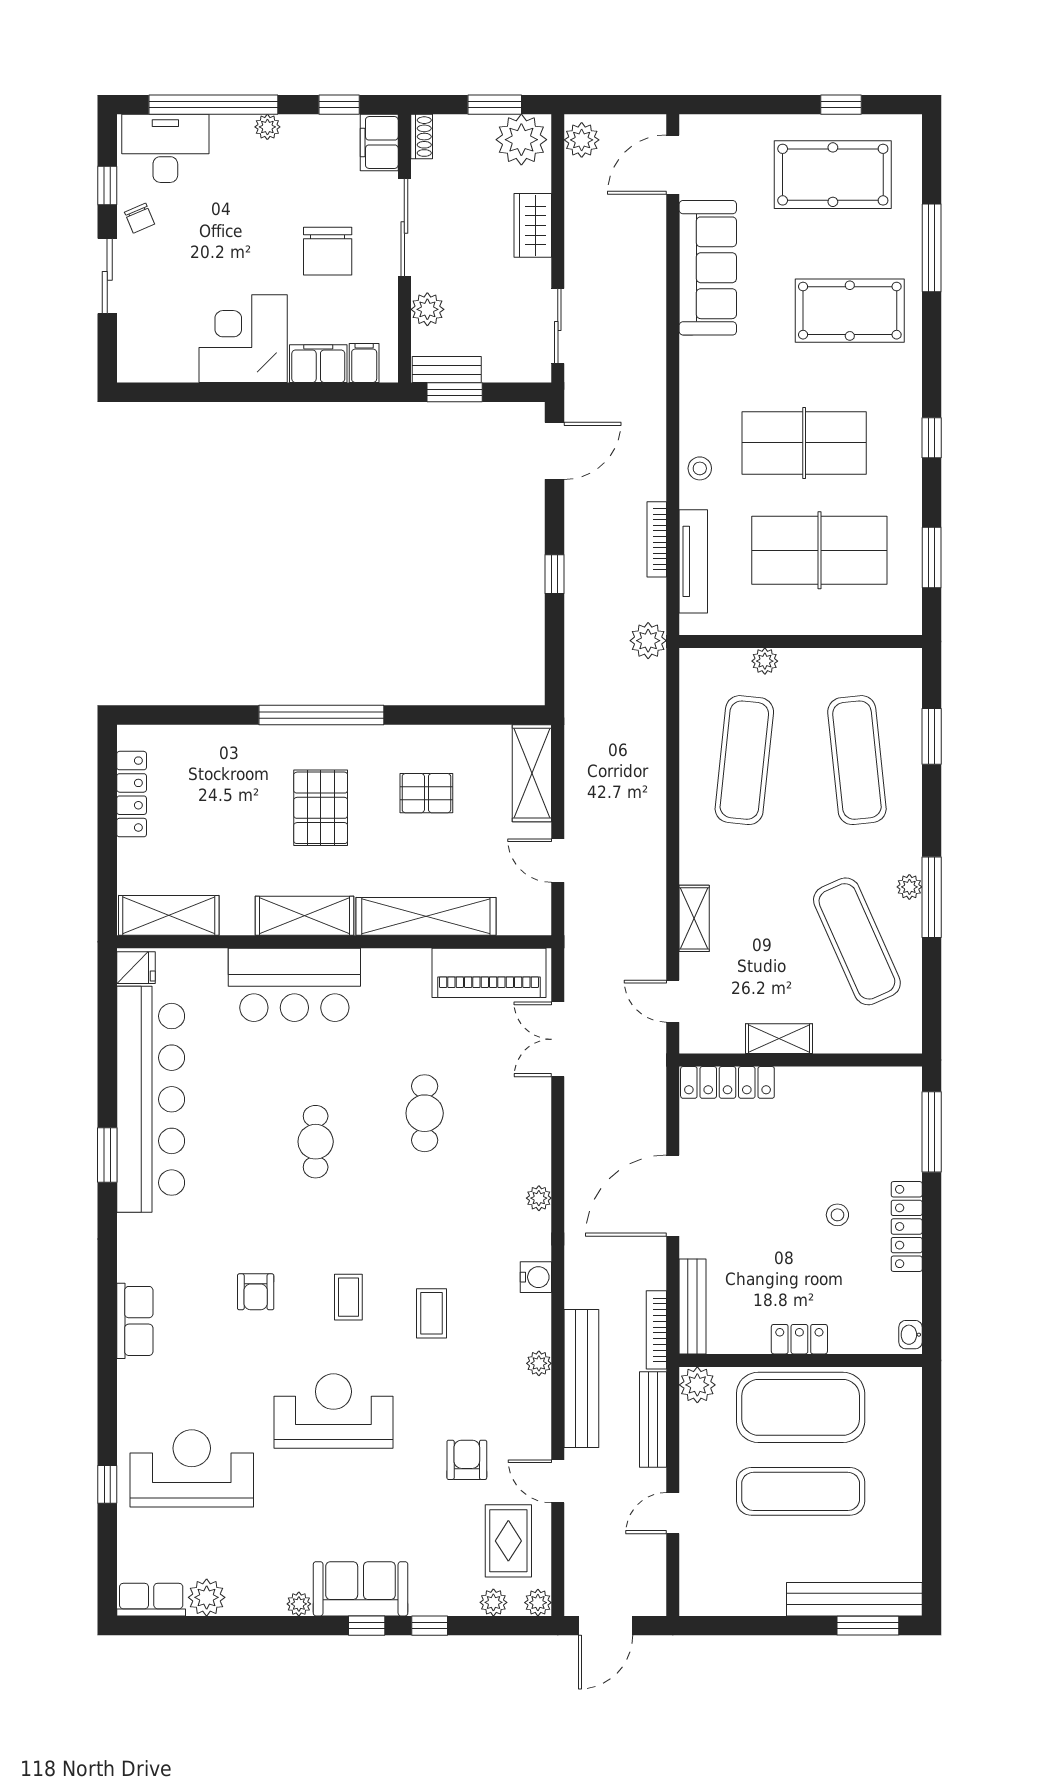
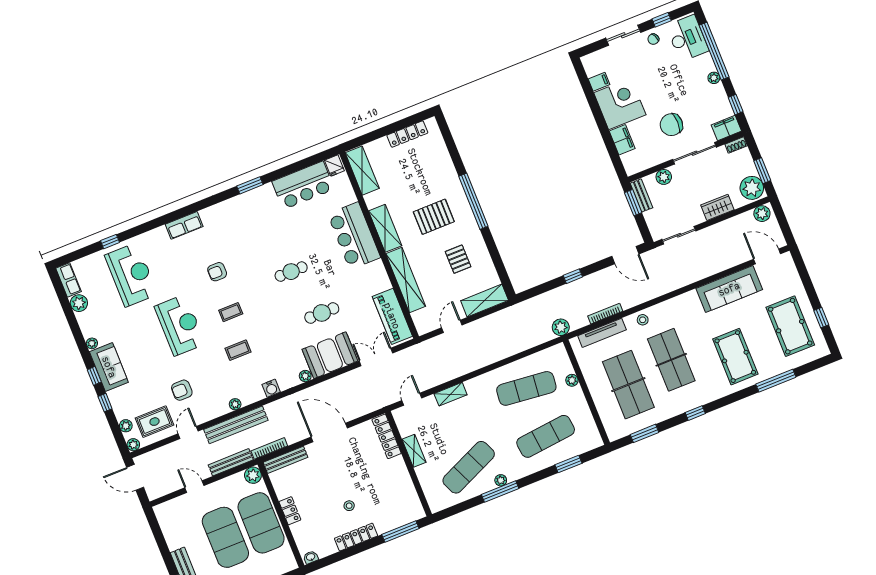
filing cabinet: (364, 363) -> (599, 82), moved
bar counter: (151, 1099) -> (303, 185), width x0.54
booth: (517, 1131) -> (330, 355), added
armchair: (467, 1460) -> (182, 390), turned 180
exercise mat: (801, 1491) -> (225, 537), width x1.47

